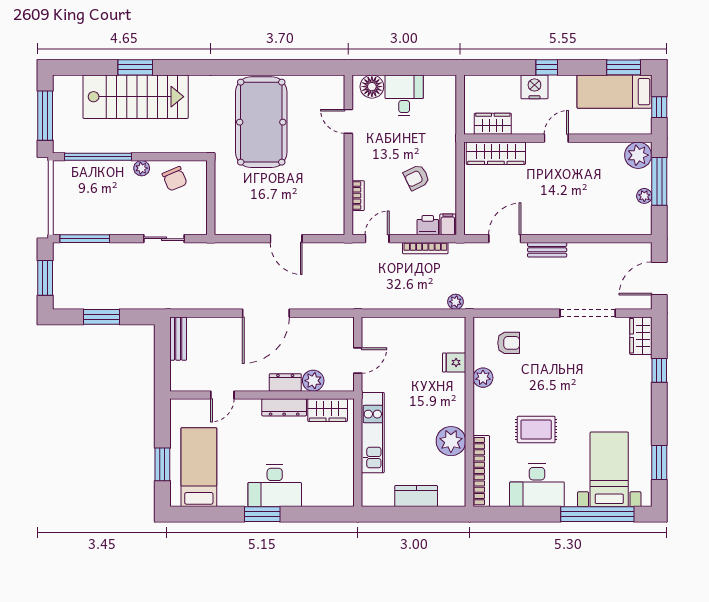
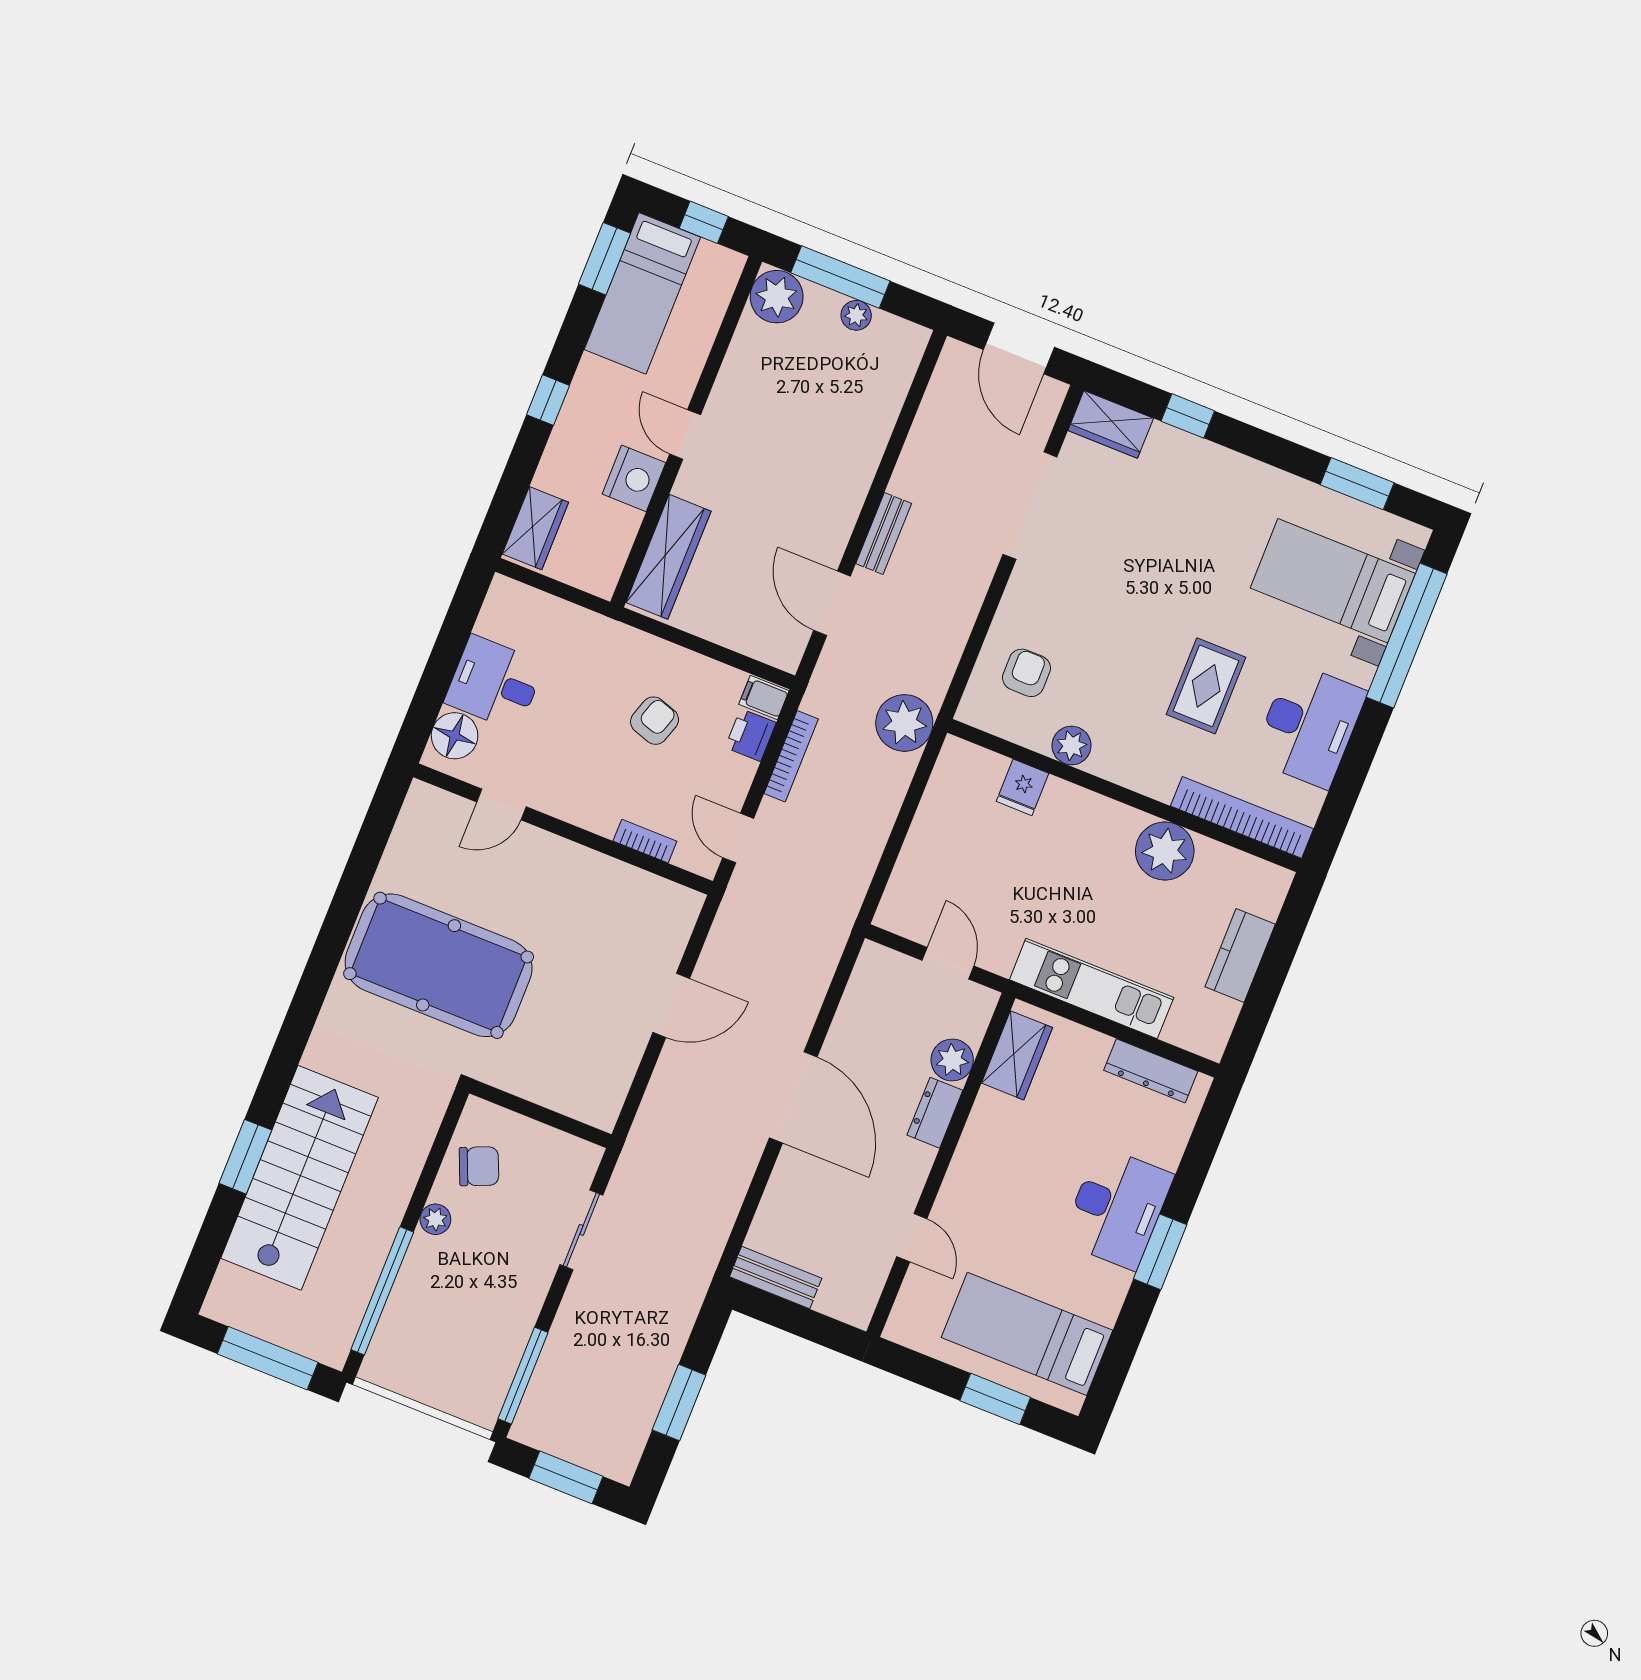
nightstand: (534, 87) -> (634, 478), moved, turned 180
wardrobe: (493, 124) -> (535, 528), moved, turned 180
armchair: (416, 177) -> (655, 721), turned -136
plant: (456, 302) -> (904, 723), width x1.87, depth x1.87
dresser: (284, 407) -> (1151, 1071), moved, turned 90

